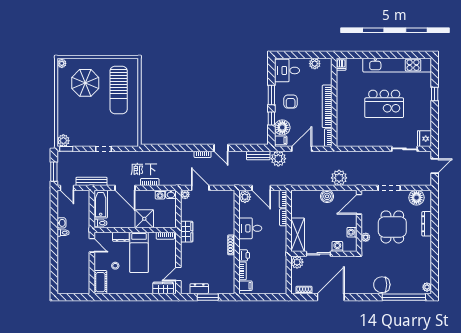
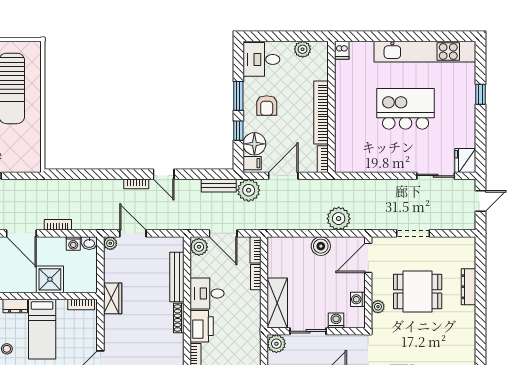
kitchen island: (384, 104) -> (406, 109), turned 180
floor lamp: (416, 198) -> (453, 248), removed
bench: (230, 217) -> (177, 277), added
dining table: (392, 227) -> (418, 291), turned 90
printer: (244, 255) -> (202, 326), width x1.87, depth x1.48

